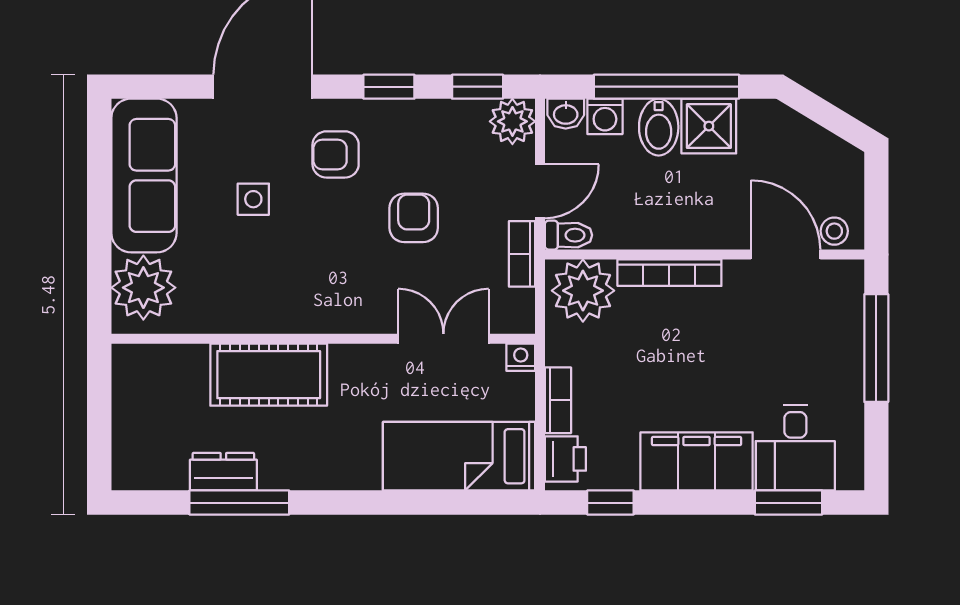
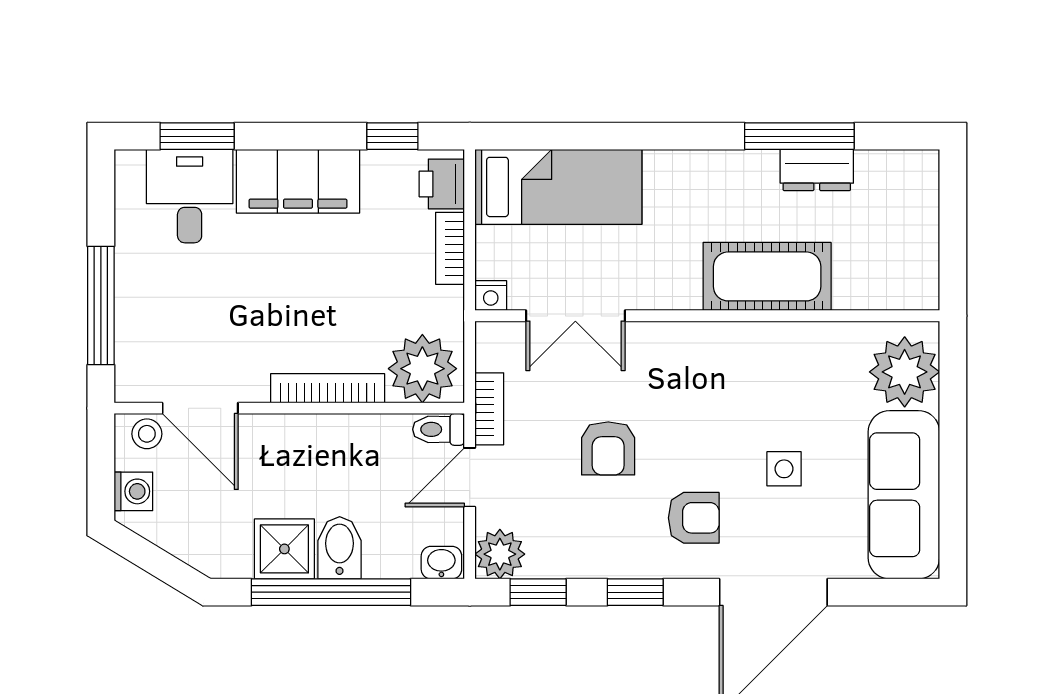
washing machine: (605, 116) -> (133, 491), moved, turned 90

